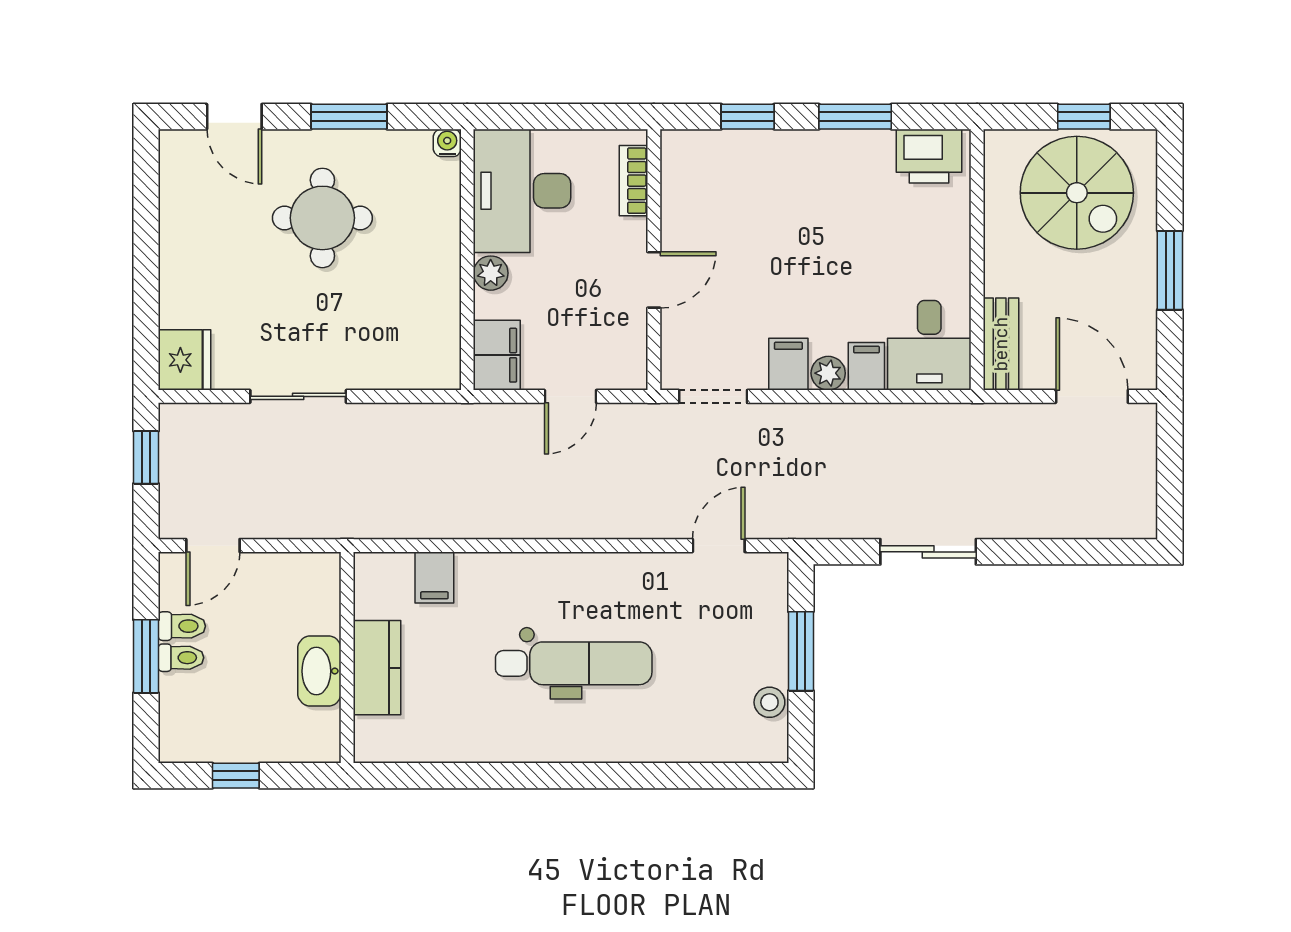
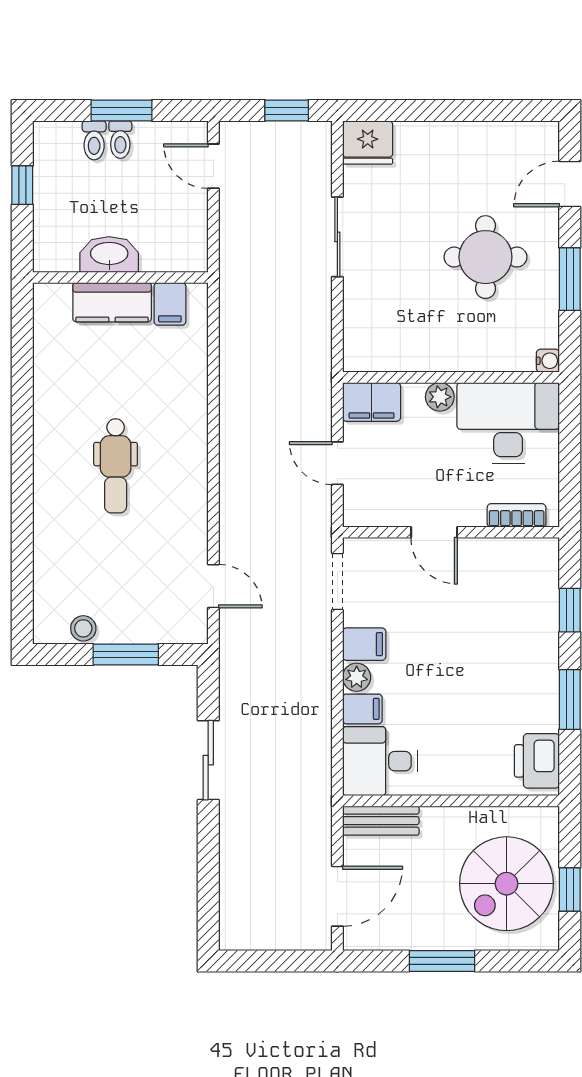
filing cabinet: (434, 577) -> (170, 304), moved, turned -90
toilet: (182, 626) -> (94, 140), moved
dental chair: (574, 663) -> (116, 466), width x0.73, depth x0.72

